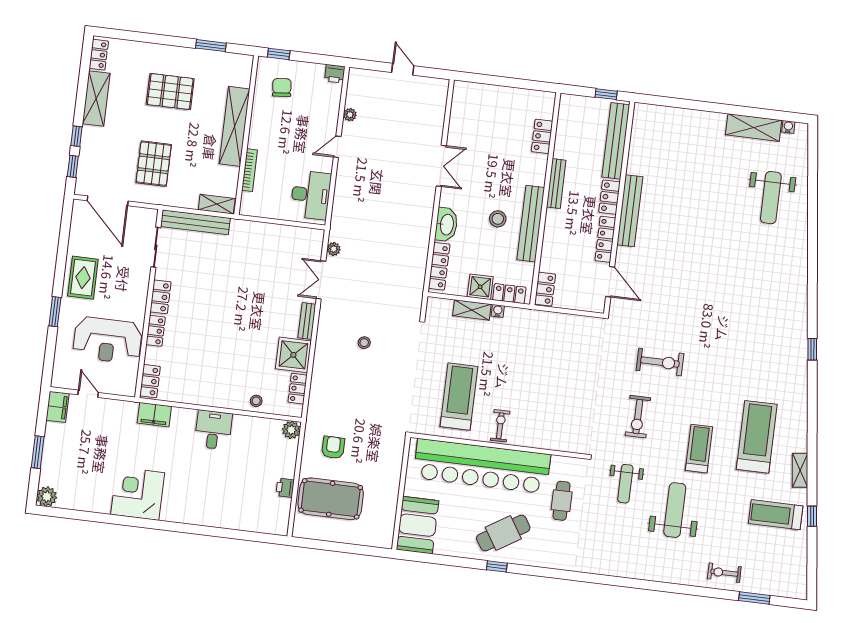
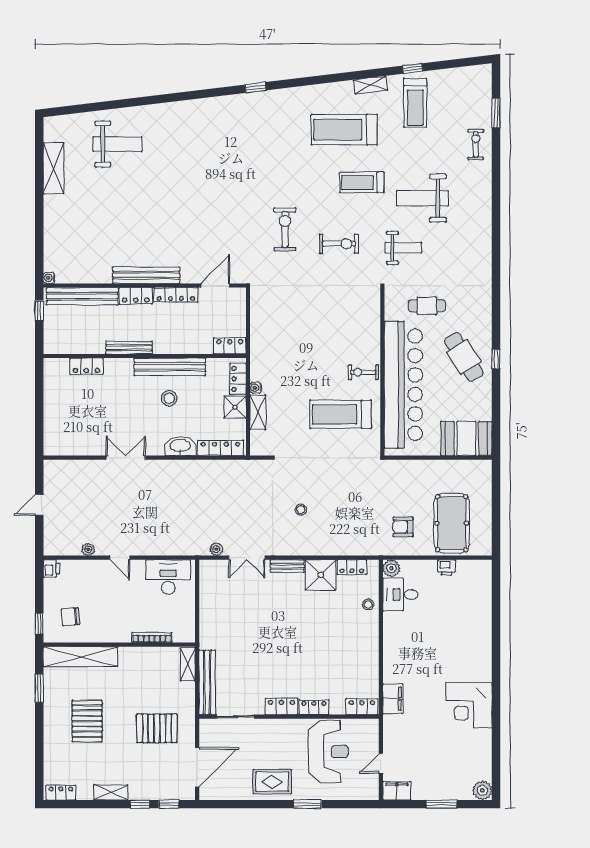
shelving: (96, 98) -> (111, 792), width x0.67, depth x0.75
shelving: (234, 126) -> (80, 657), moved
water cooler: (788, 127) -> (49, 278), moved
desk: (213, 430) -> (400, 594), moved
exercise bike: (724, 573) -> (476, 144), turned 180

